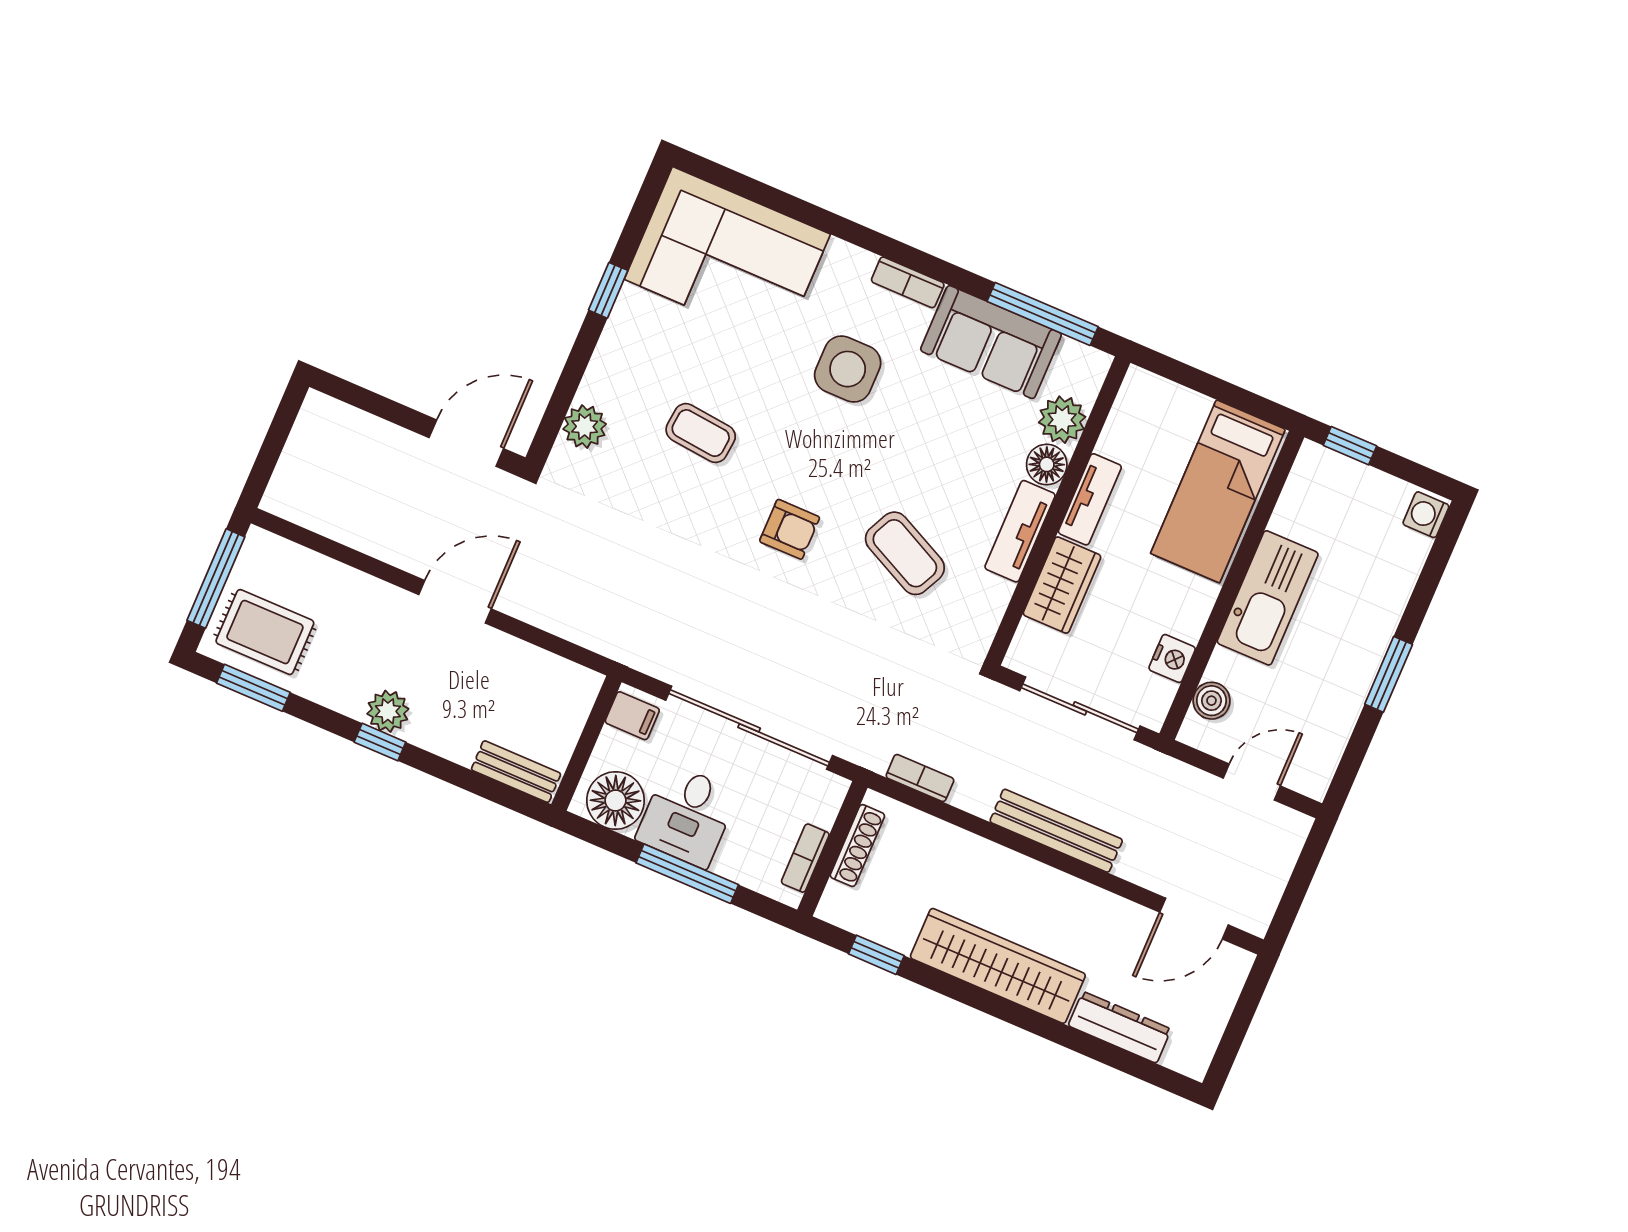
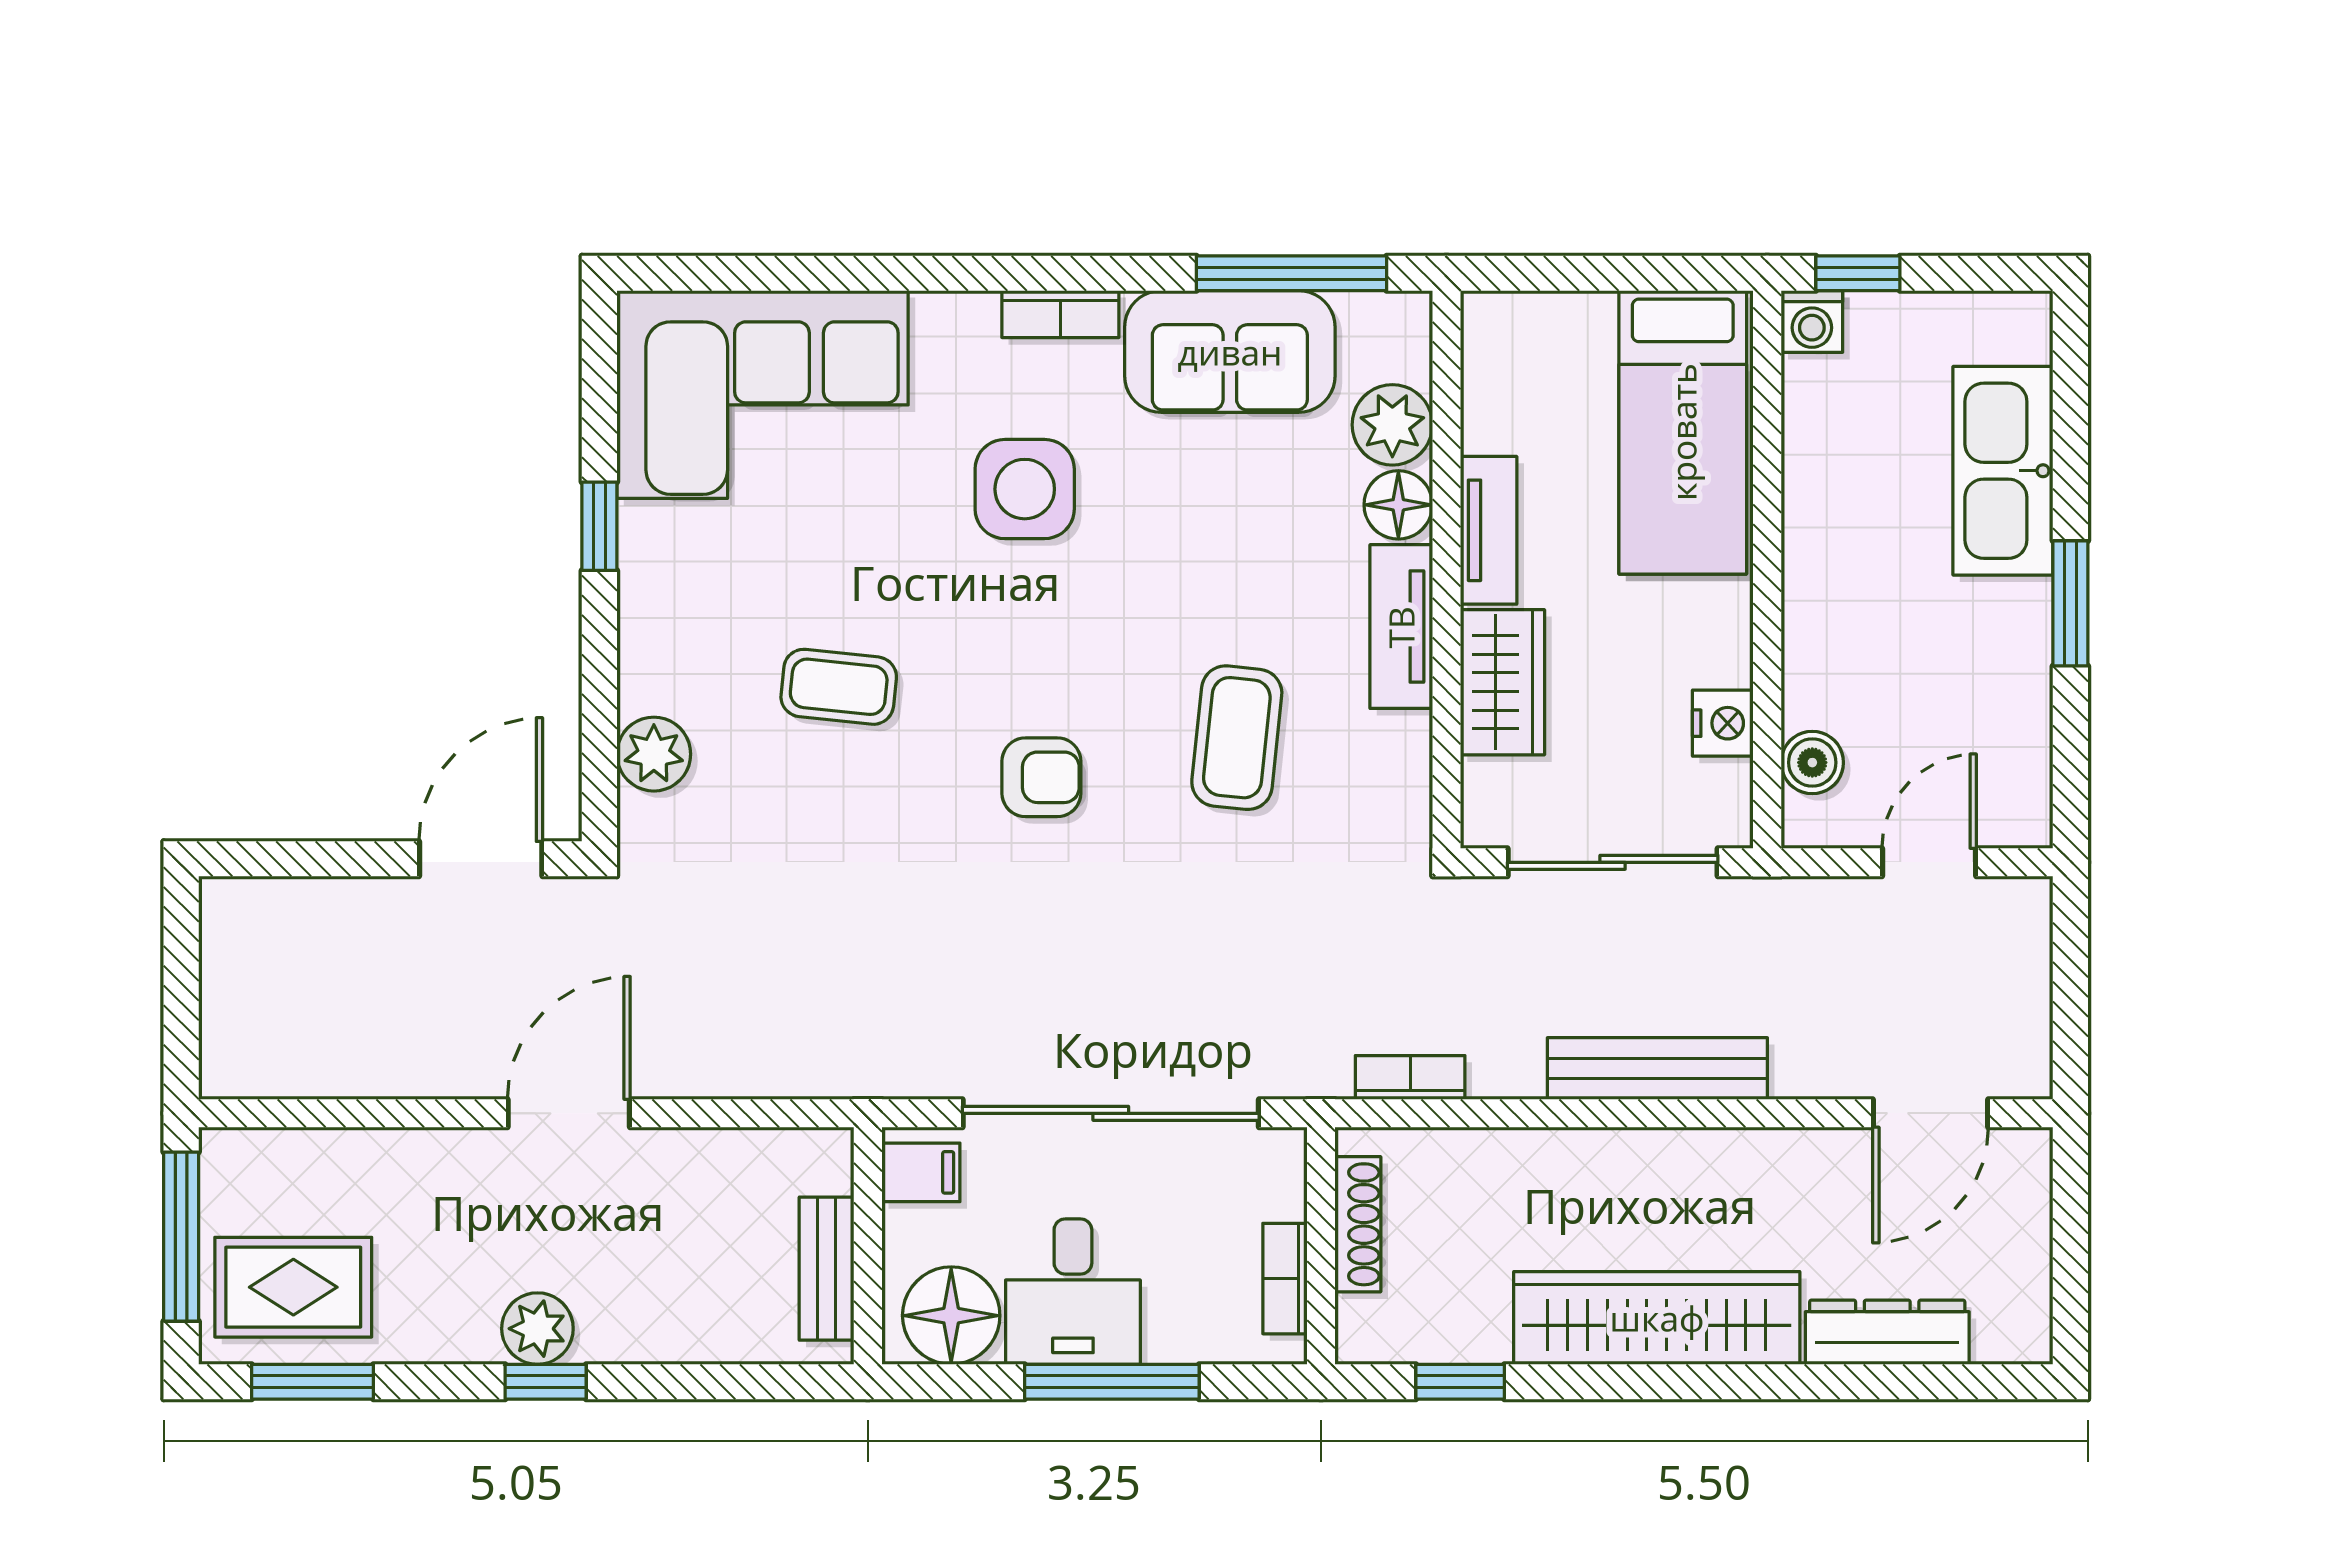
washing machine: (1426, 515) -> (1812, 321), moved, turned -90
coffee table: (905, 553) -> (1237, 738), turned 70
kitchen sink: (1268, 598) -> (2003, 471), moved, turned 180
bench: (516, 772) -> (827, 1269), moved, turned 90

